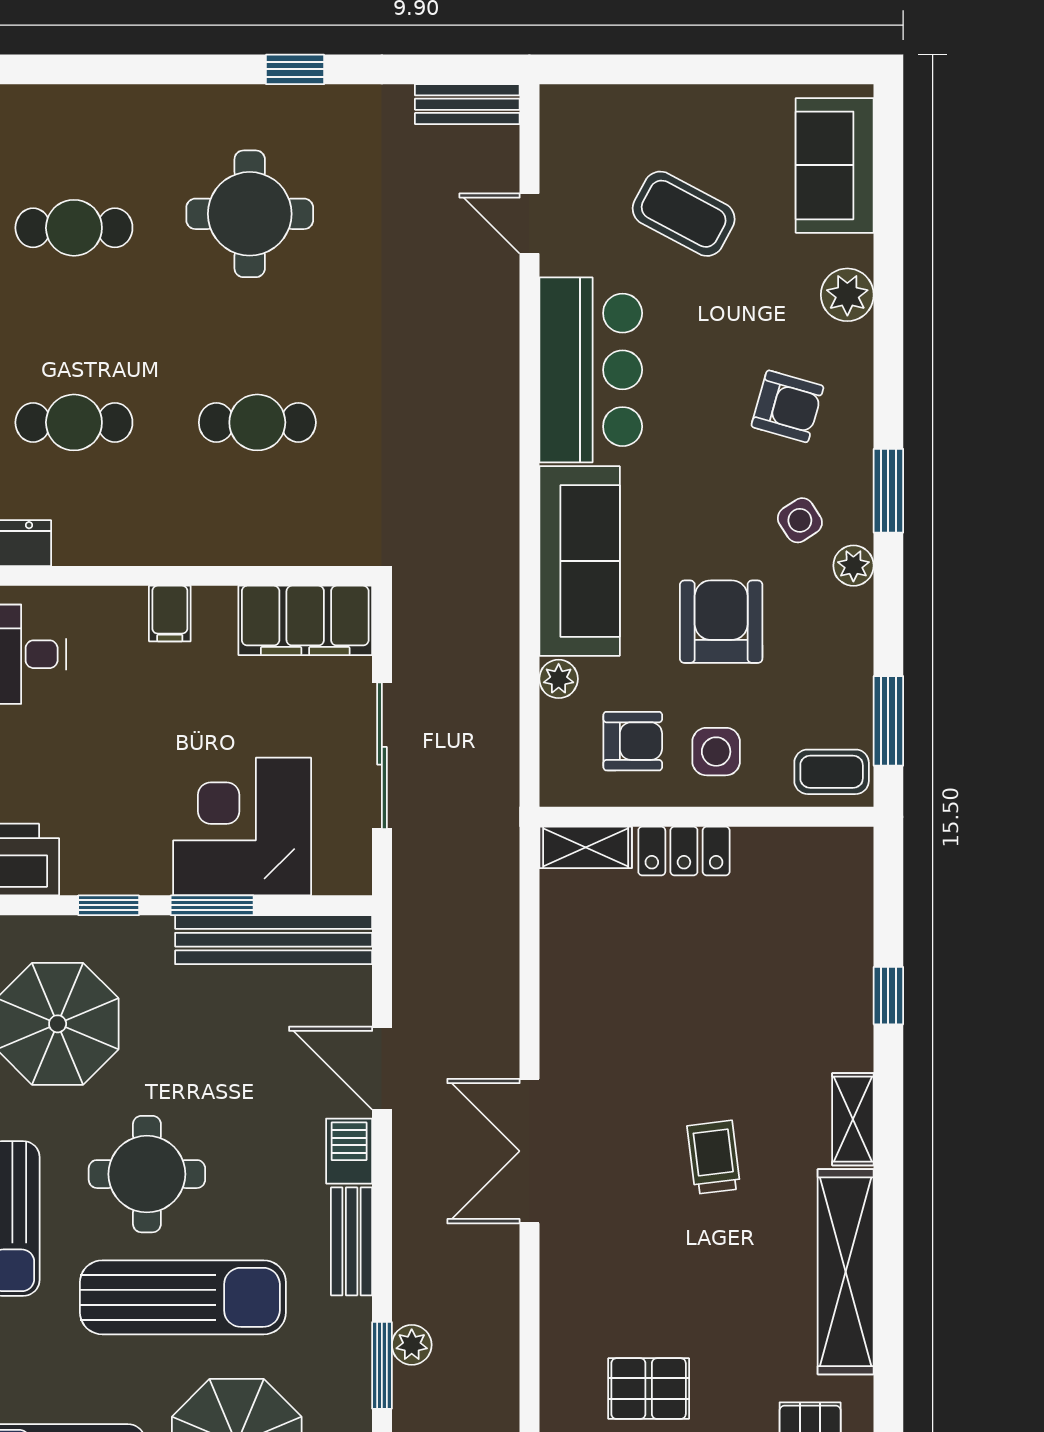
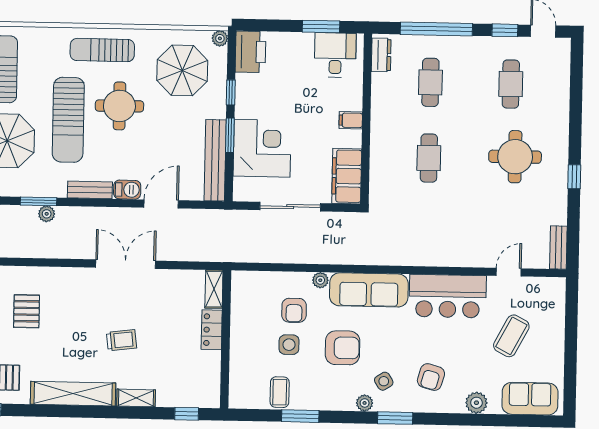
wall: (706, 817) -> (226, 339), moved
shelving: (586, 847) -> (214, 289), moved
locker: (684, 851) -> (212, 330), moved

